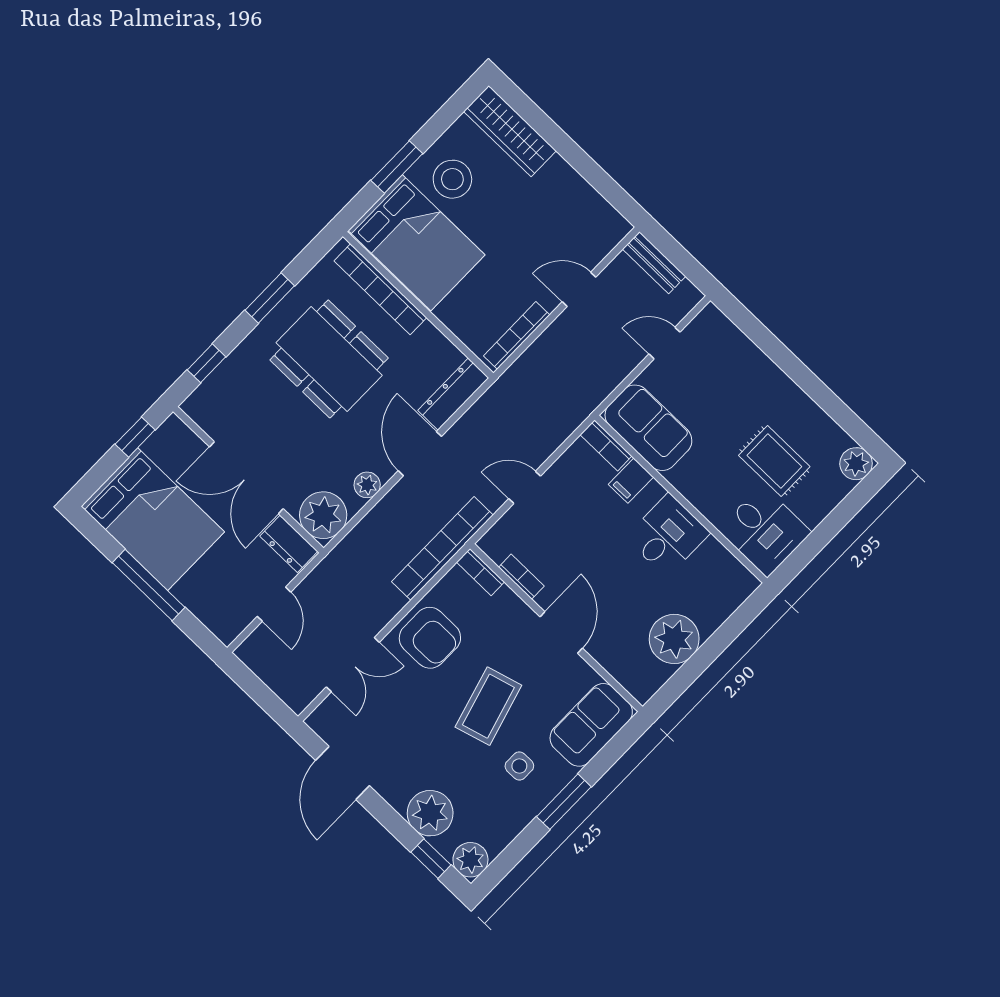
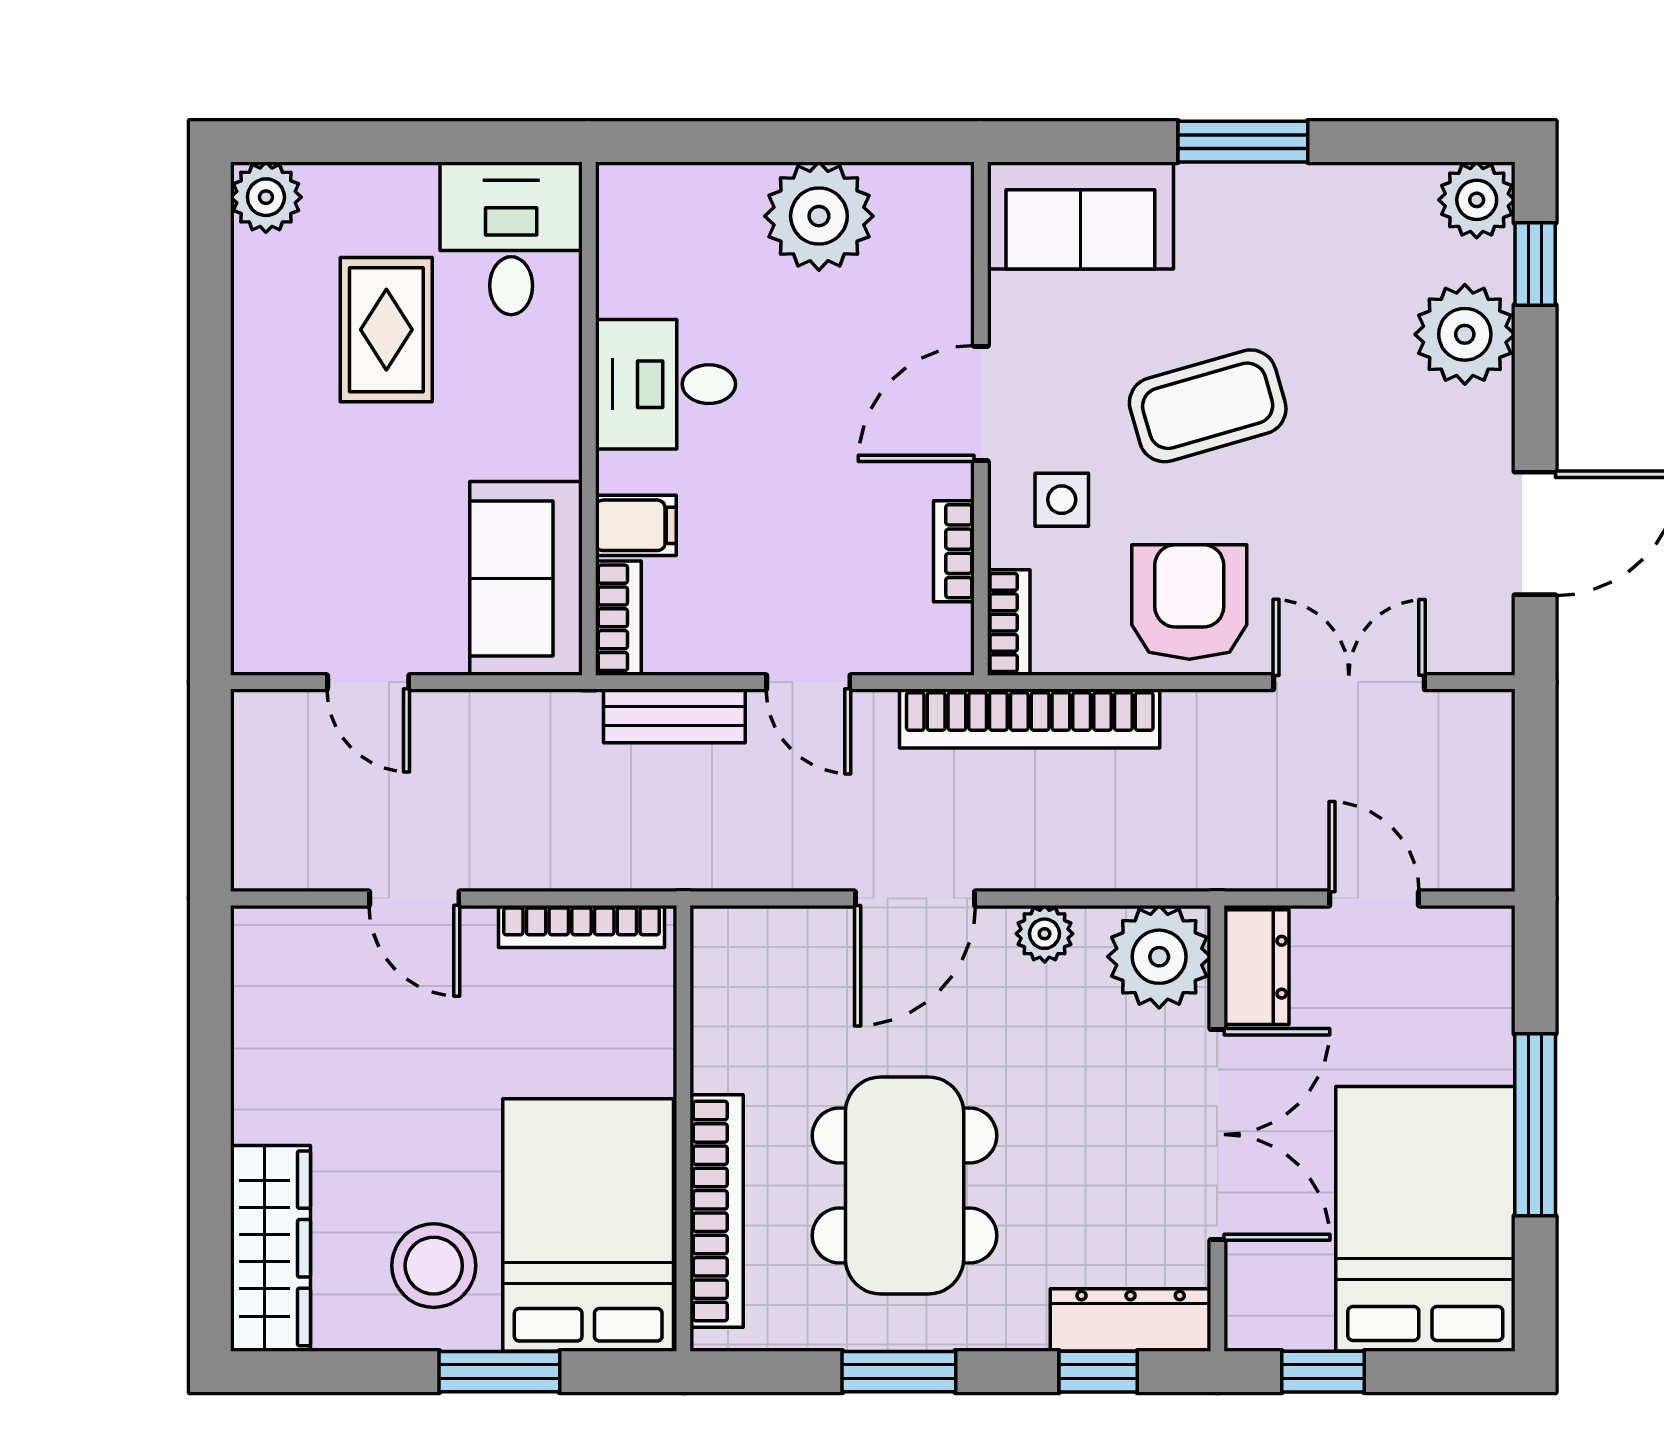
bench: (654, 263) -> (674, 716), moved, turned 90
dresser: (453, 394) -> (1131, 1320), moved, turned 180
door: (274, 604) -> (1374, 899), hinge flipped
side table: (519, 766) -> (1062, 500), moved

